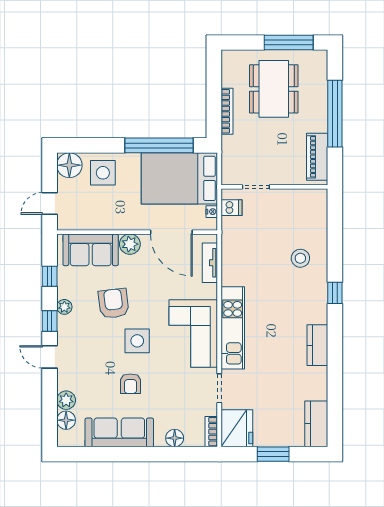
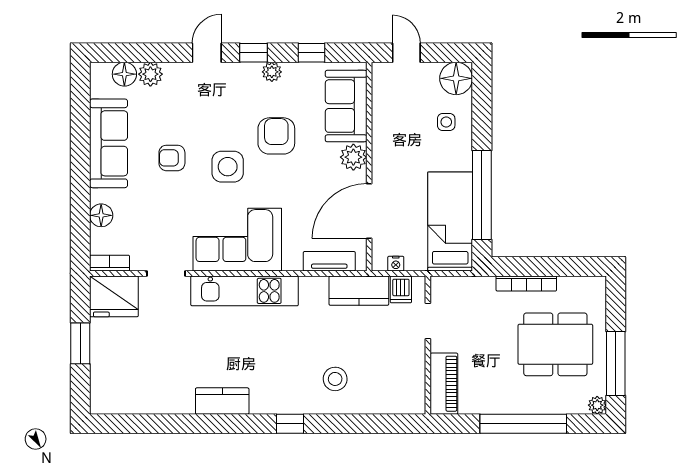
plant: (321, 57) -> (597, 405), added
piano: (317, 157) -> (444, 384), moved, turned 90
side table: (103, 173) -> (446, 122), width x0.54, depth x0.54
bed: (179, 178) -> (450, 222), width x0.67
armchair: (114, 303) -> (276, 136), turned -83
kitchen counter: (316, 424) -> (359, 291), moved, turned 180

